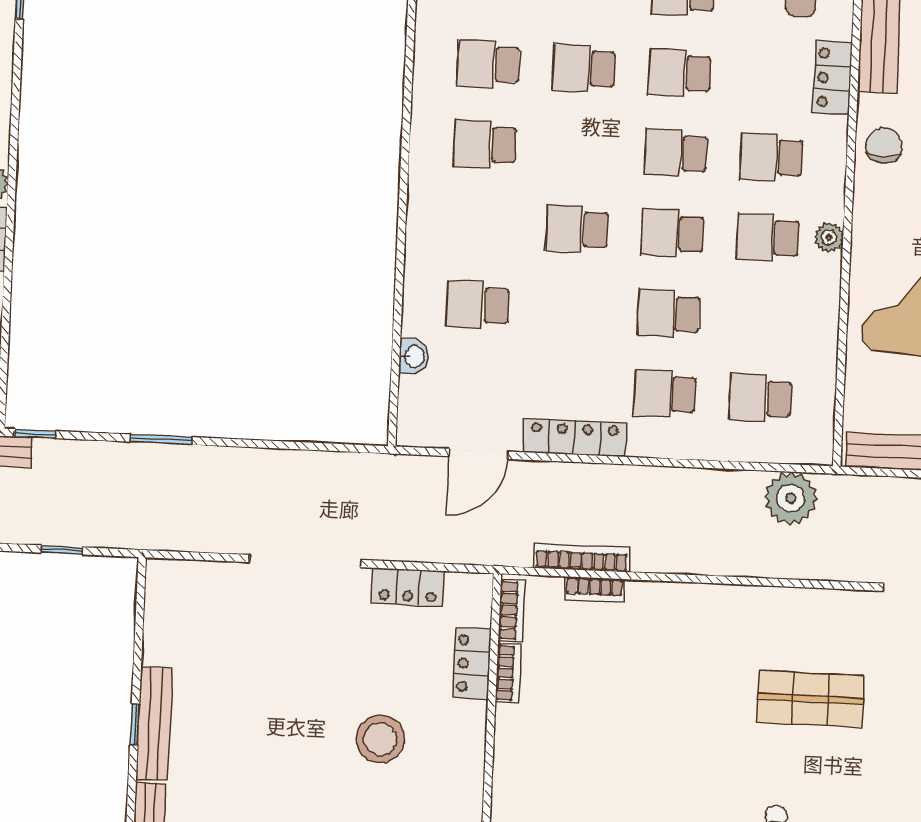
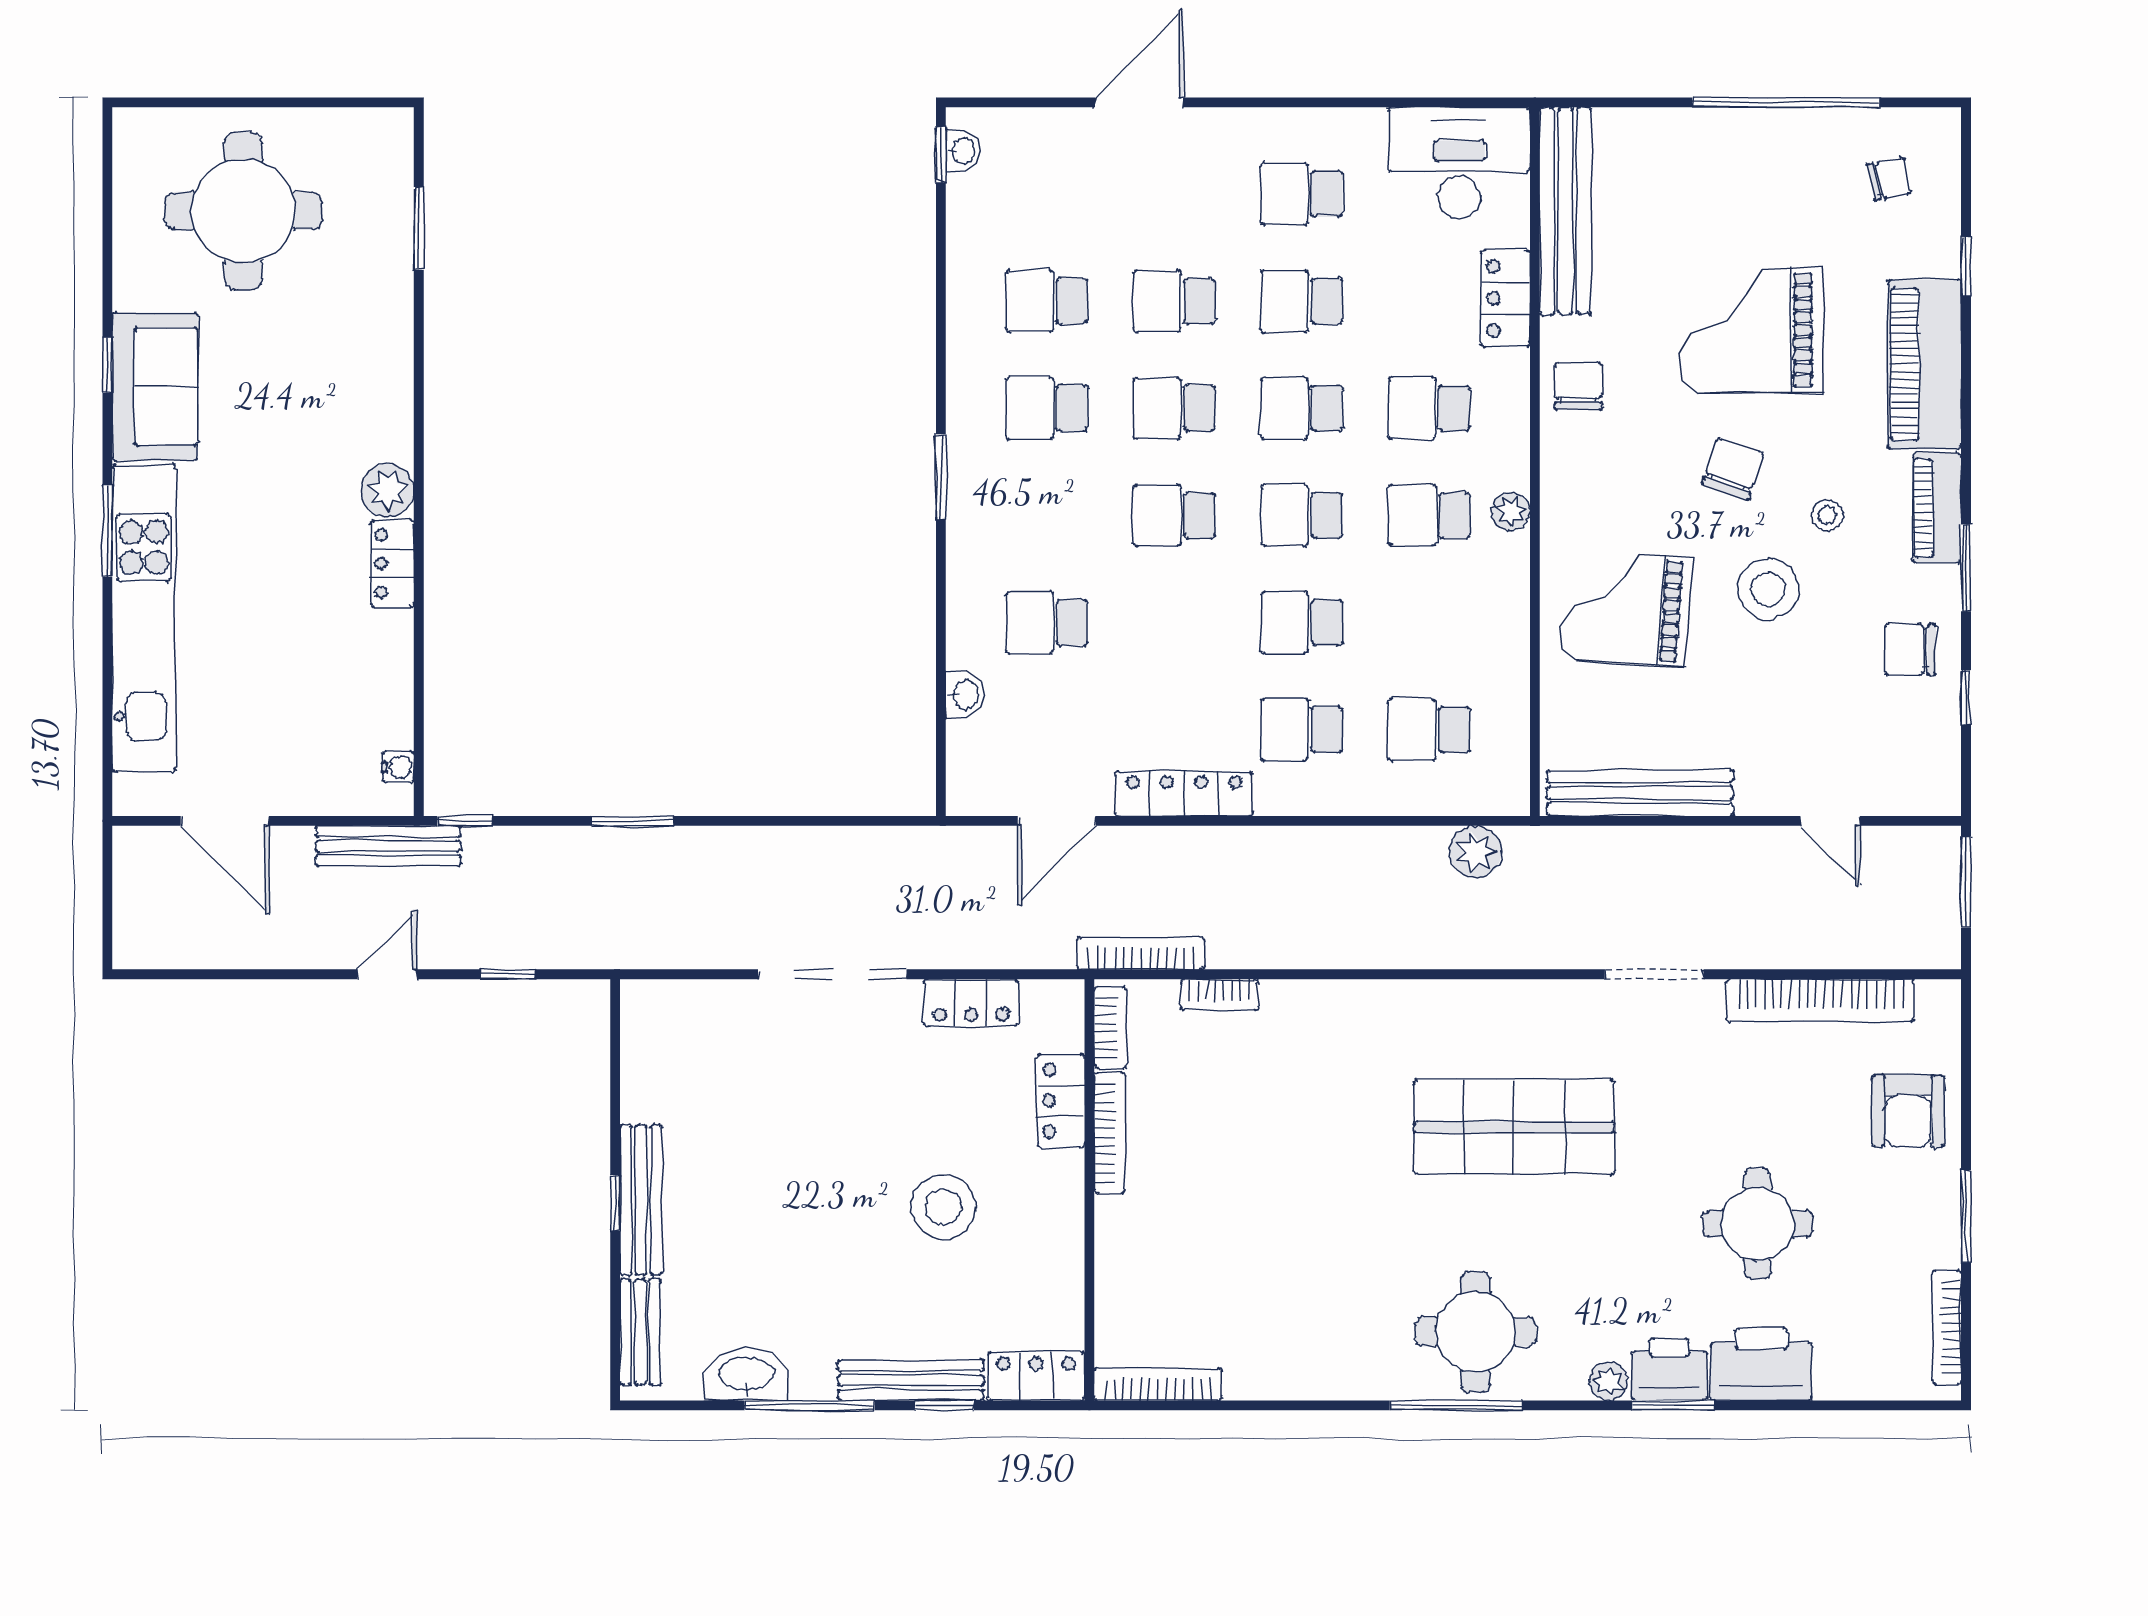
school desk: (580, 149) -> (1174, 408), added
window: (403, 192) -> (941, 477), added
plant: (791, 498) -> (1475, 852), width x0.73, depth x0.73
bookcase: (582, 558) -> (1141, 953), moved
bookcase: (508, 673) -> (1110, 1133), width x1.56
shop shelf: (810, 699) -> (1514, 1127), width x1.43, depth x1.36

